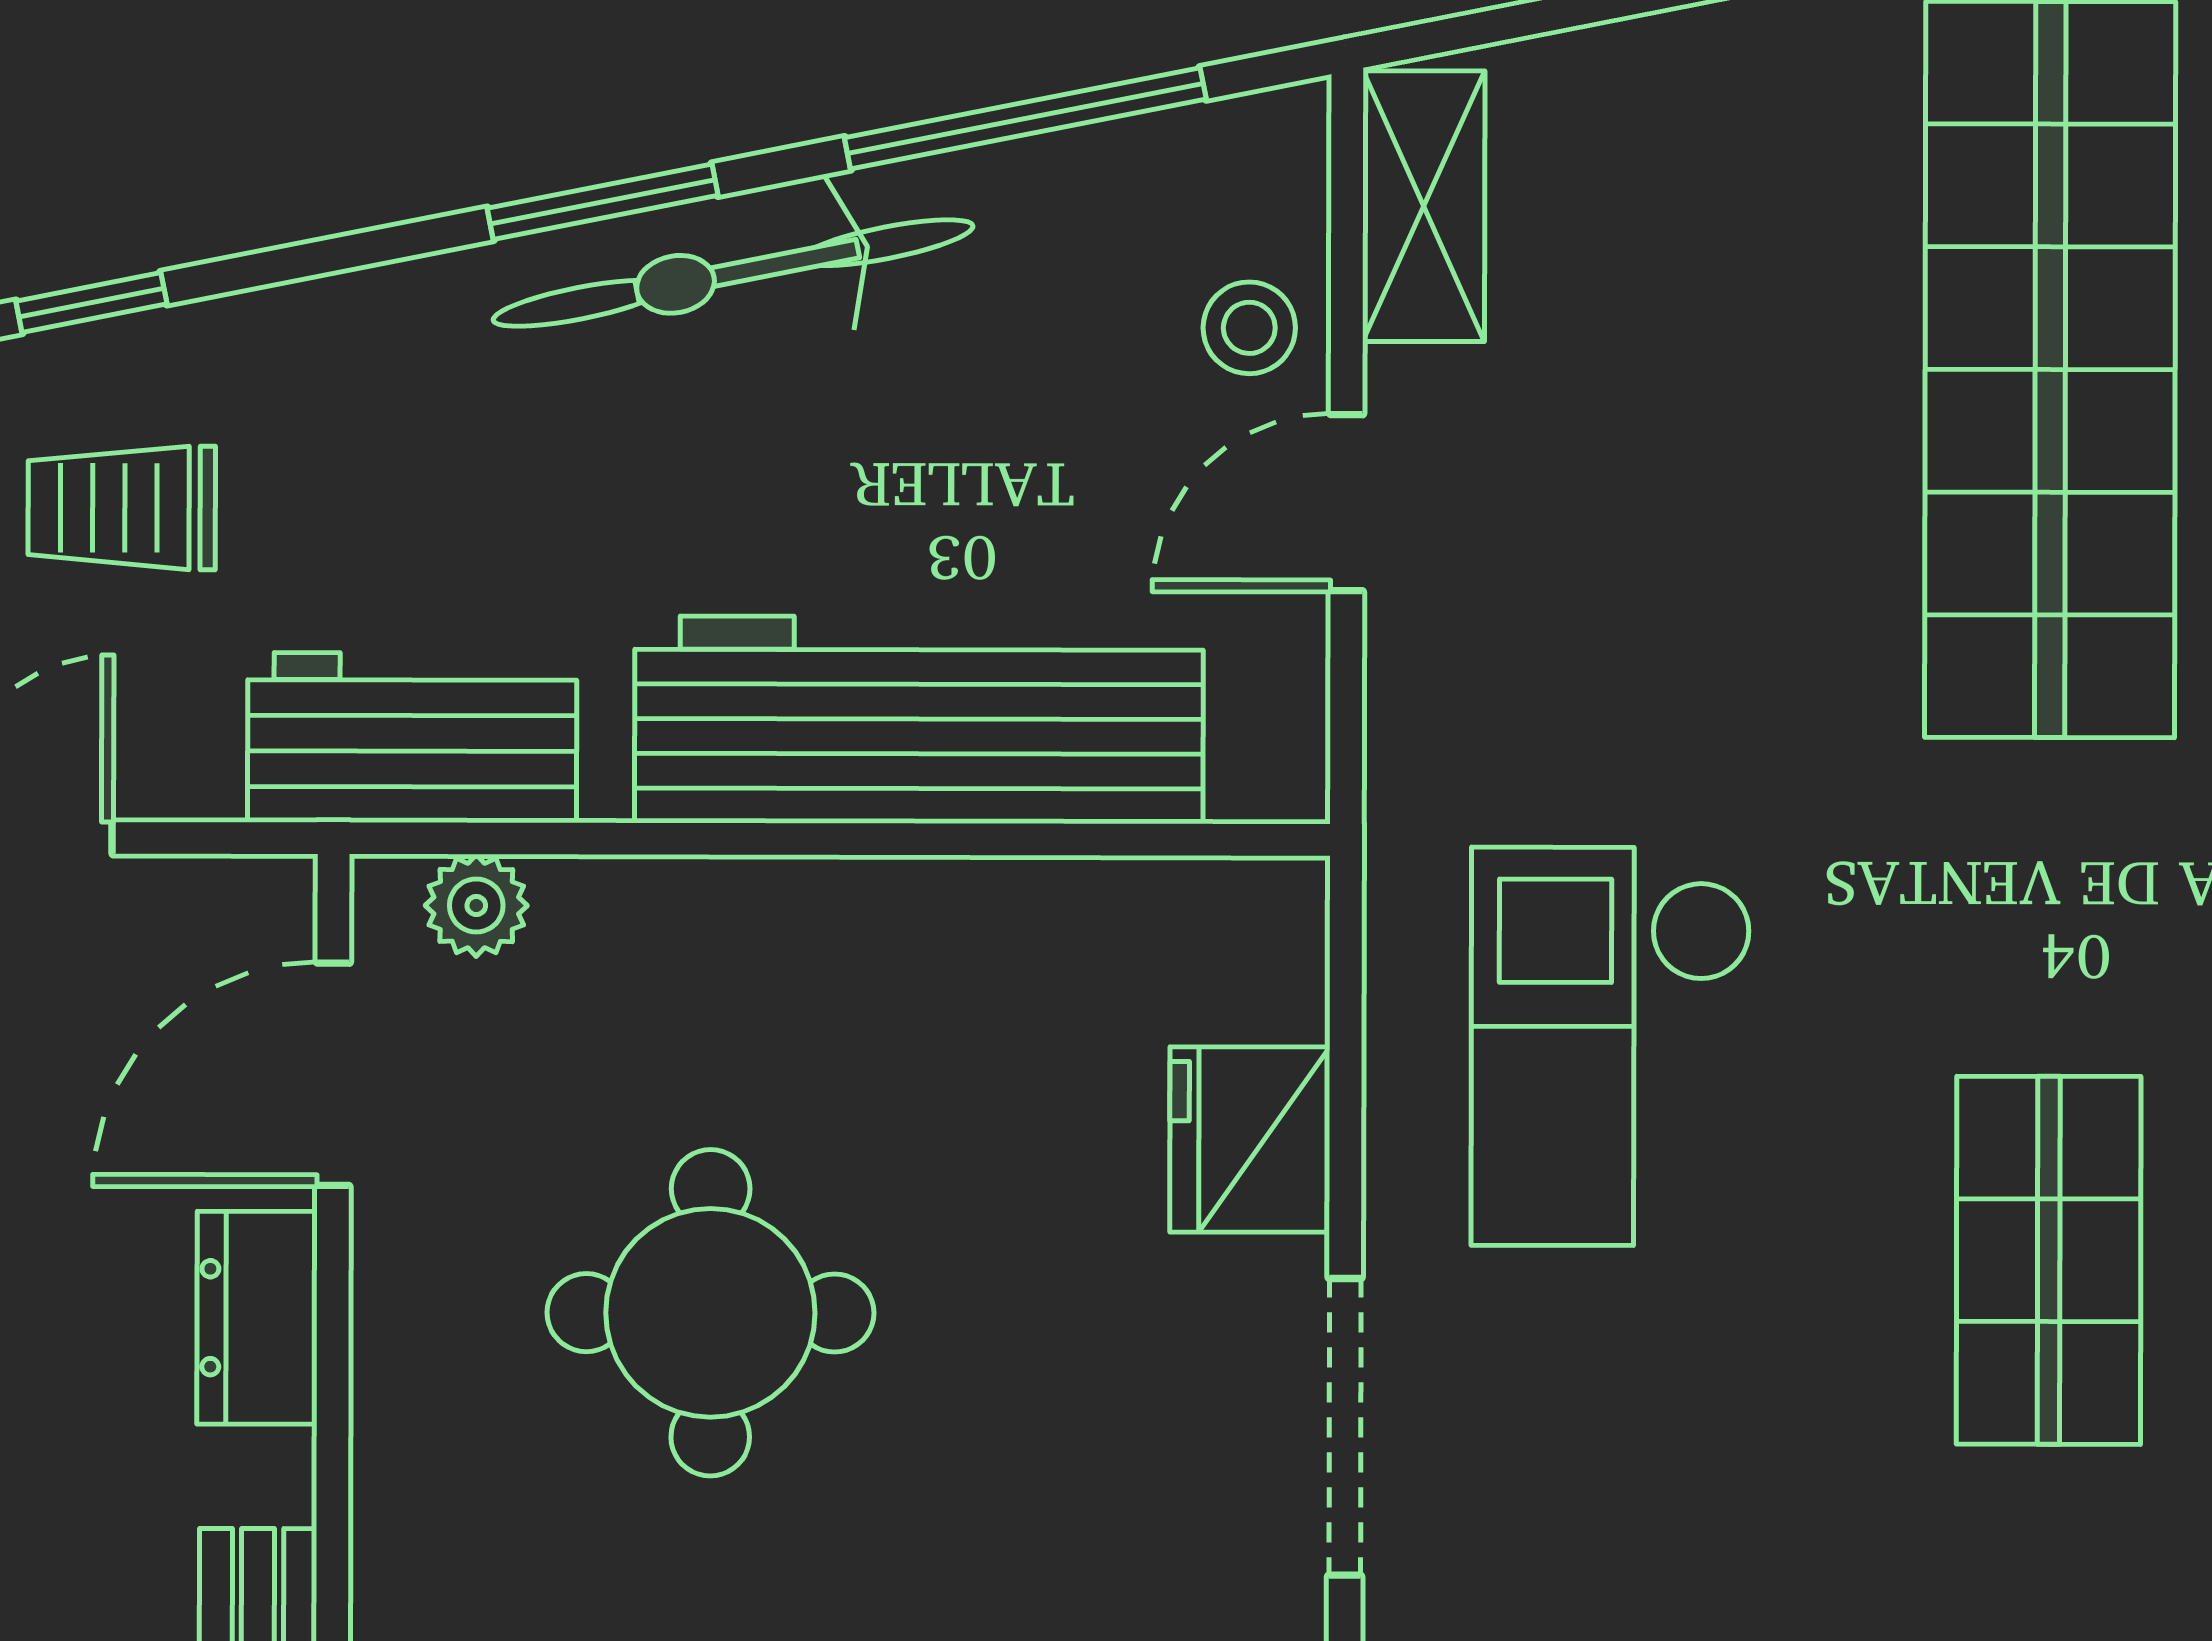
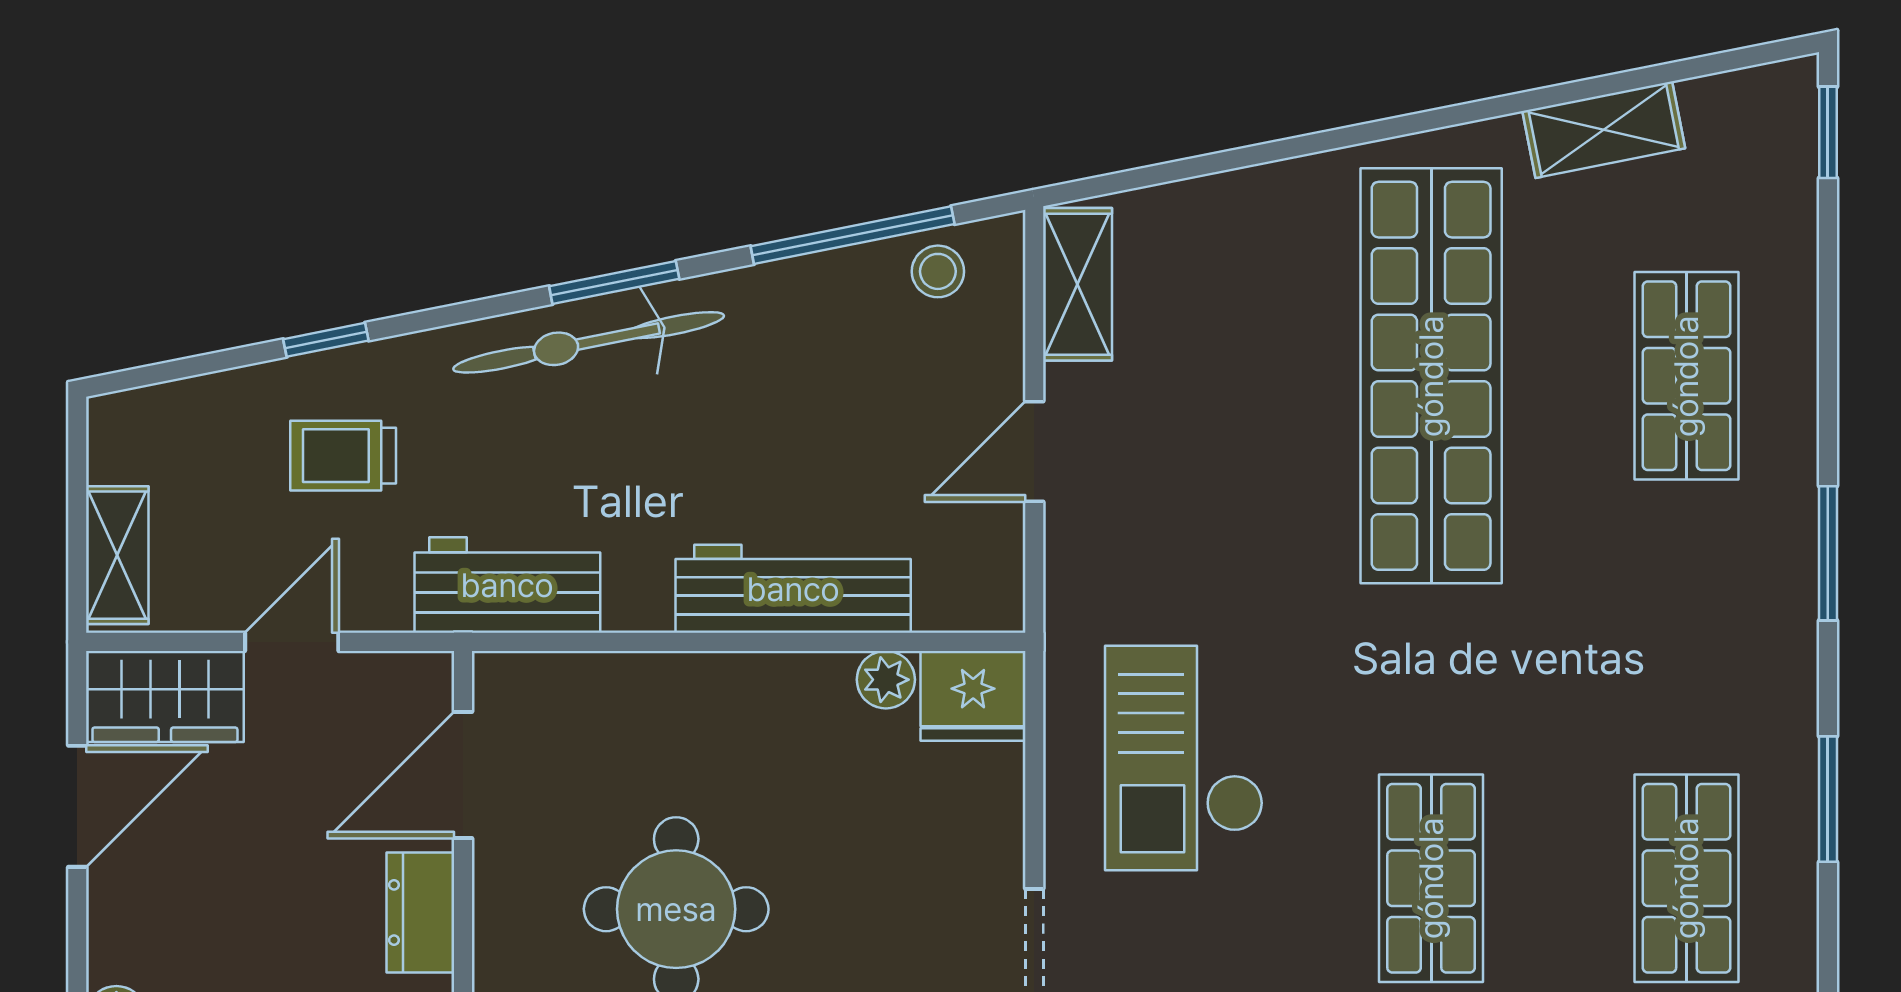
bicycle: (733, 273) -> (589, 342), moved
stool: (1249, 328) -> (938, 271), moved
workbench: (919, 720) -> (793, 589), width x0.73, depth x0.76
plant: (476, 905) -> (886, 680), moved
fridge: (1250, 1139) -> (973, 696), moved, turned -90

